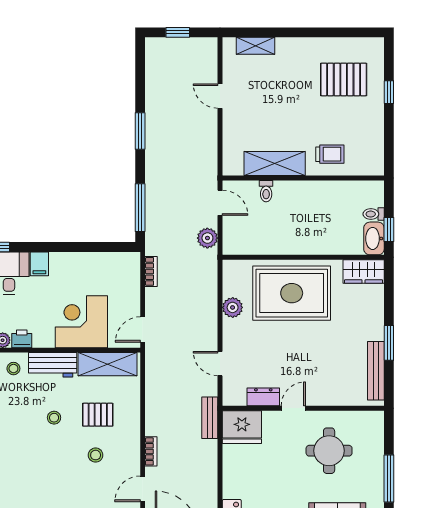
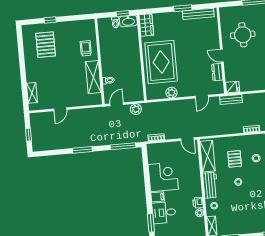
corner desk: (81, 322) -> (163, 177), moved, turned 180
fridge: (242, 427) -> (233, 87), width x0.53, depth x0.75

